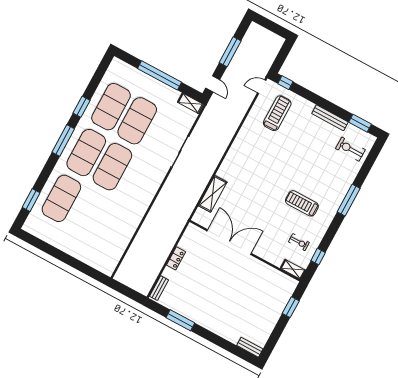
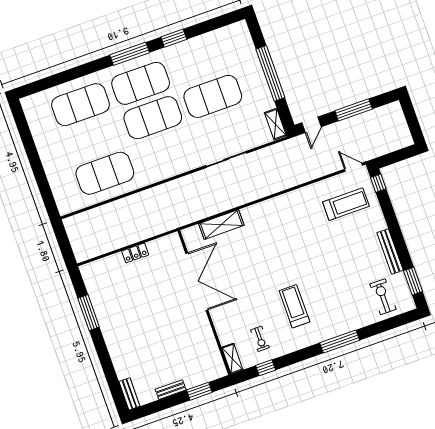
exercise mat: (111, 107) -> (105, 173), moved
window: (31, 200) -> (52, 81), removed
bench: (159, 288) -> (171, 390), moved

